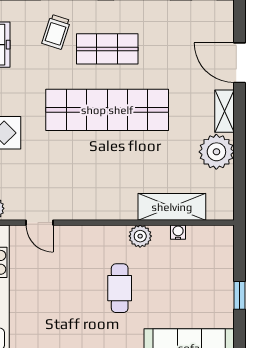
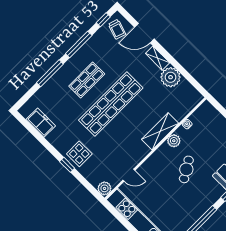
trolley: (56, 32) -> (117, 29), moved
shelving: (172, 207) -> (160, 131), moved
cafe table: (120, 288) -> (186, 169), turned 59

